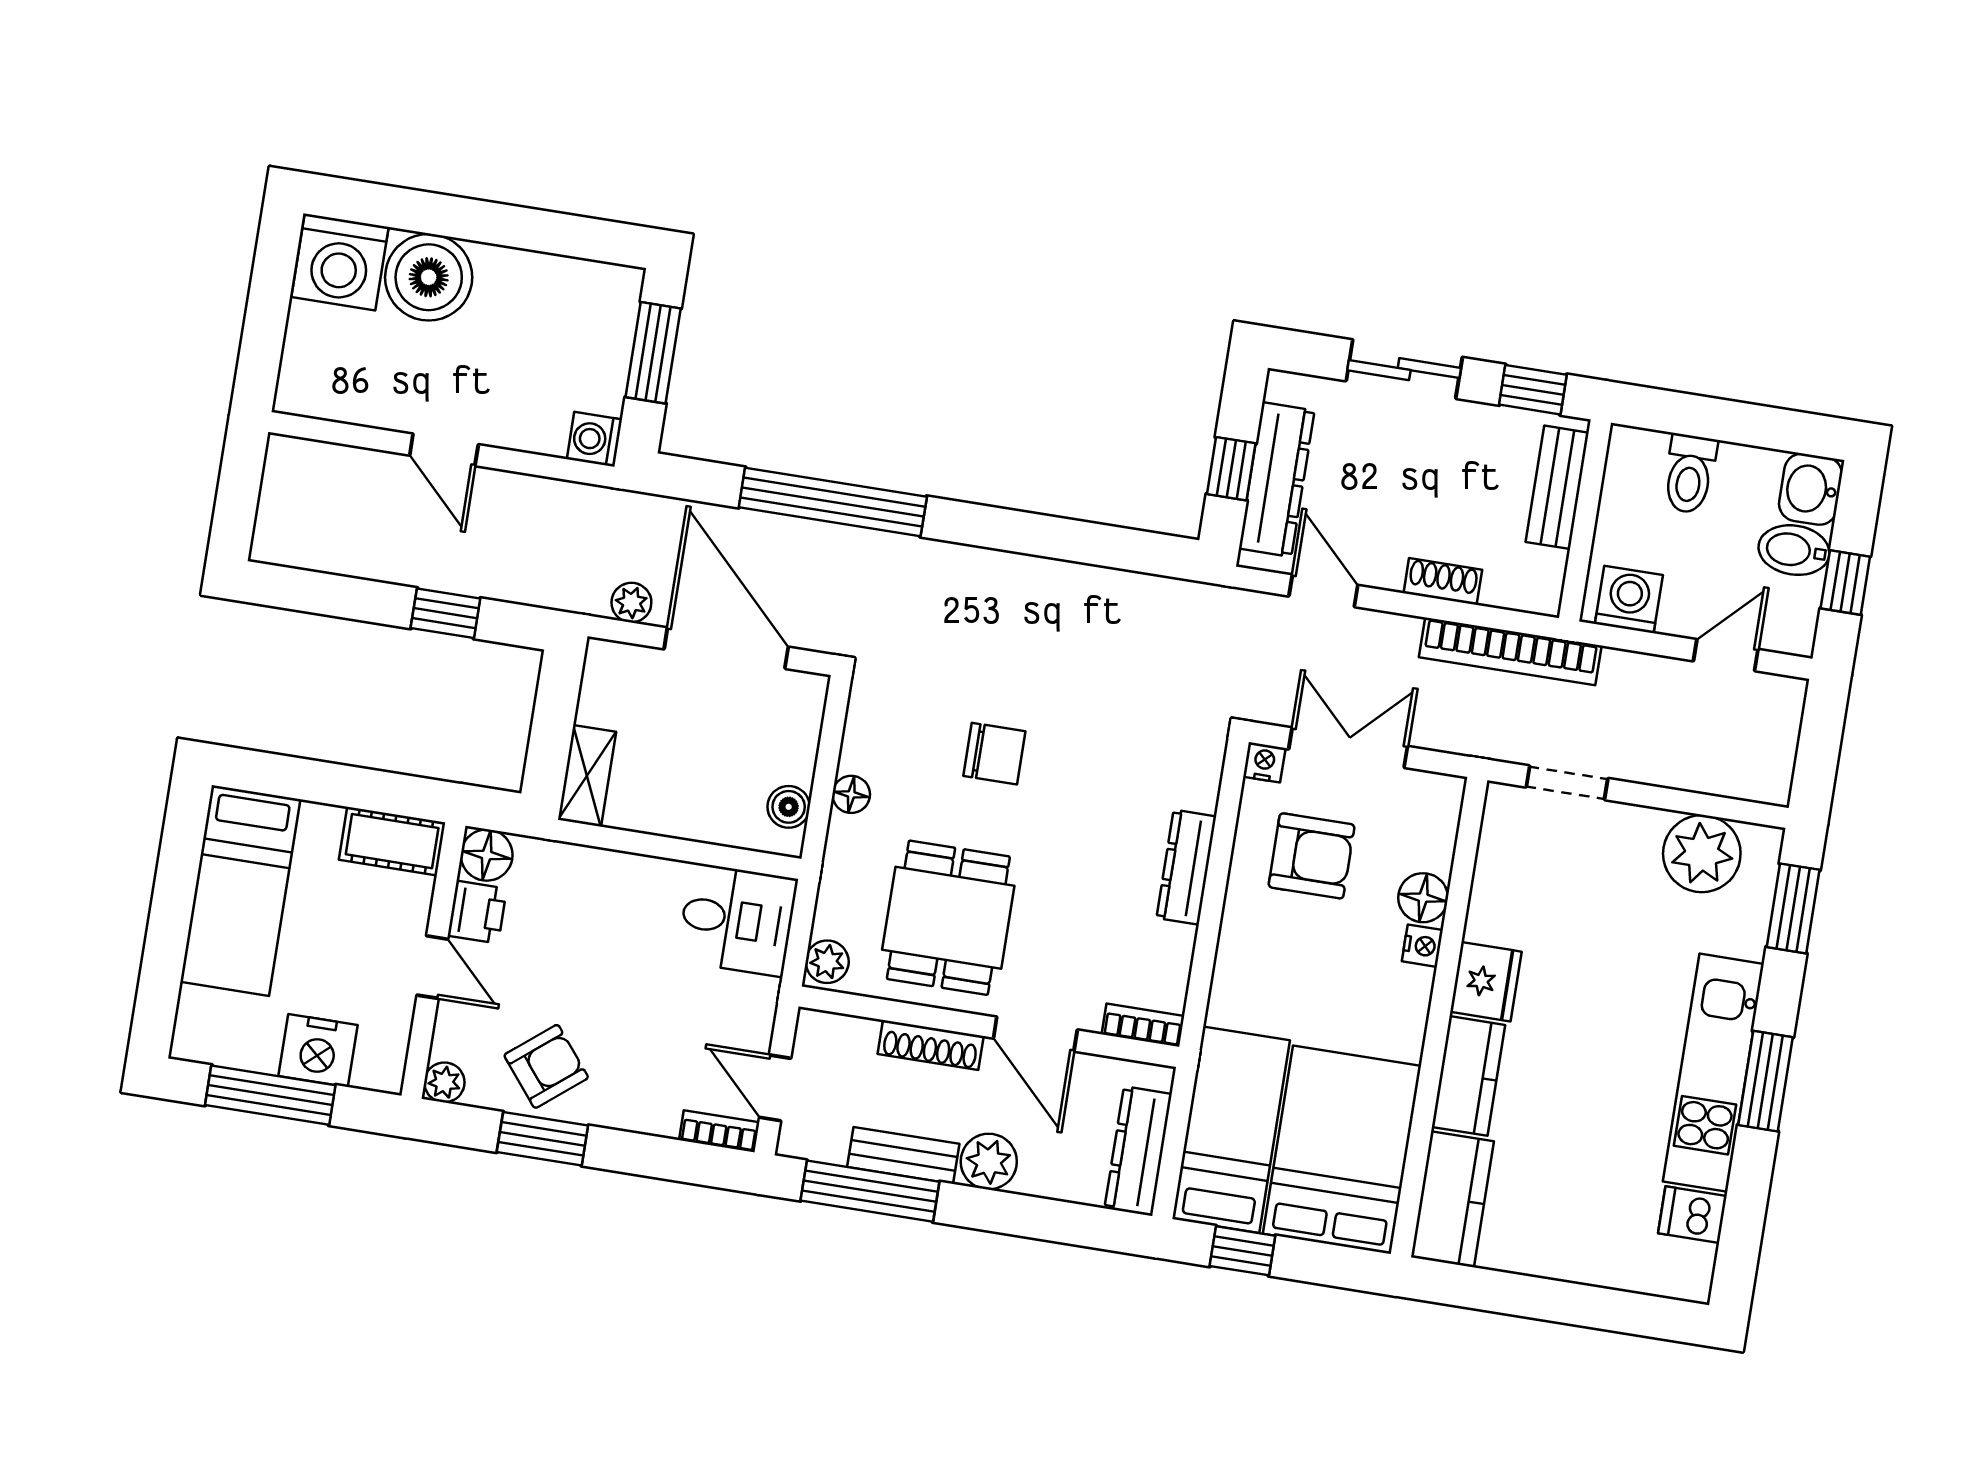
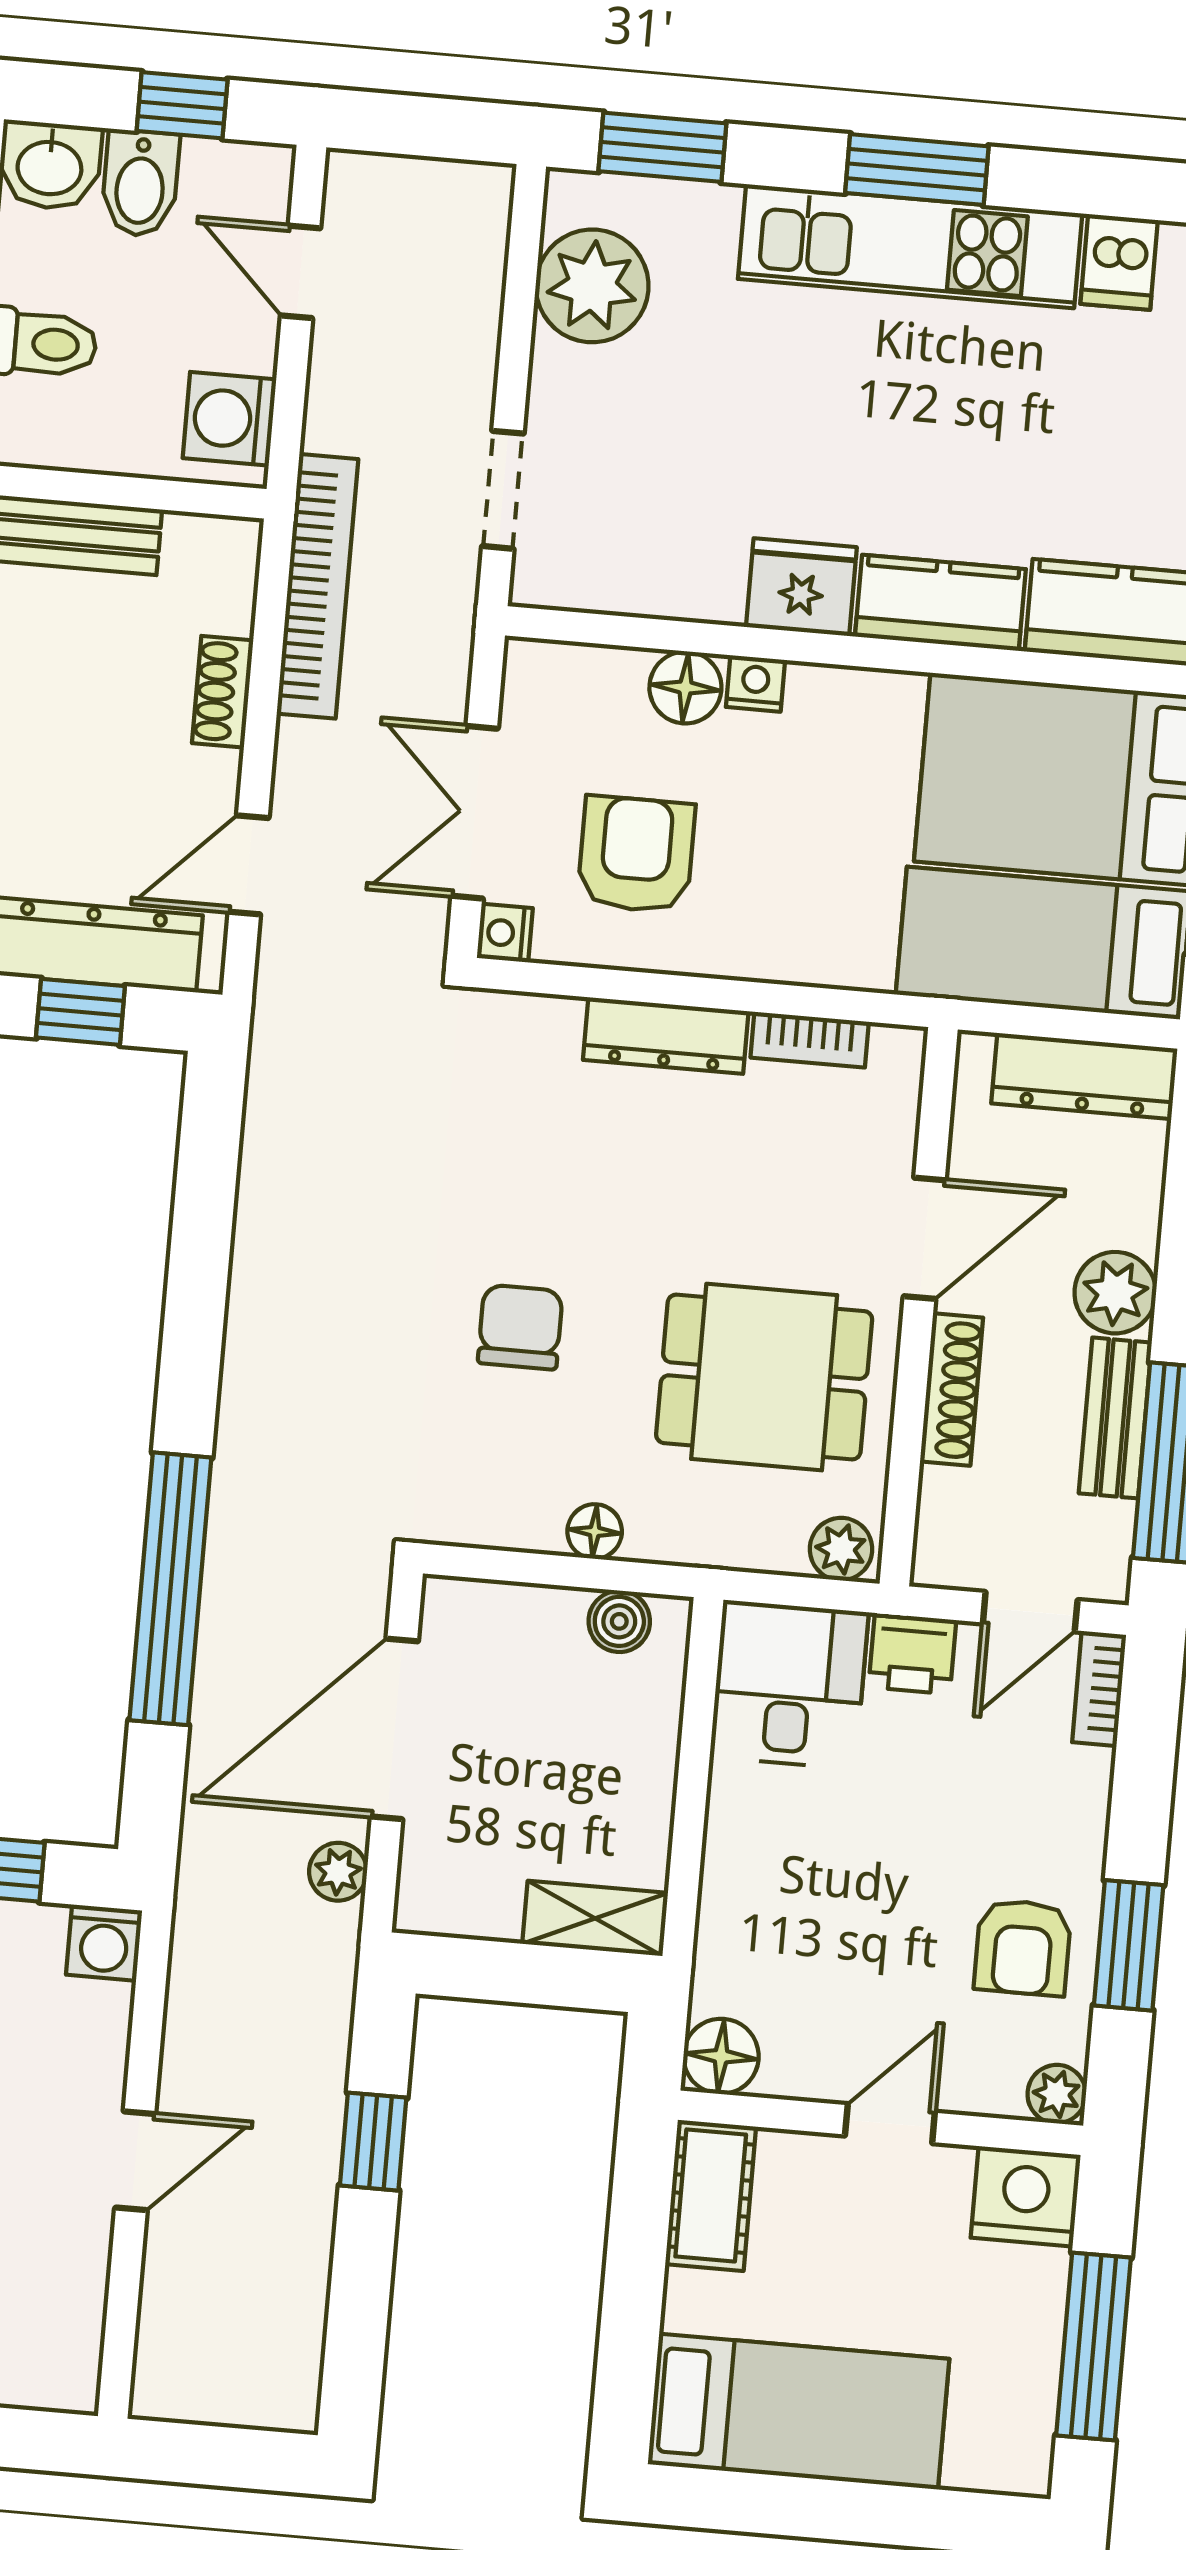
printer: (477, 912) -> (912, 1654), moved, turned 180
bookcase: (1143, 1025) -> (810, 1040), moved, turned -90
nightstand: (318, 1051) -> (1026, 2196), moved, turned -90
armchair: (546, 1066) -> (1023, 1947), turned -141

